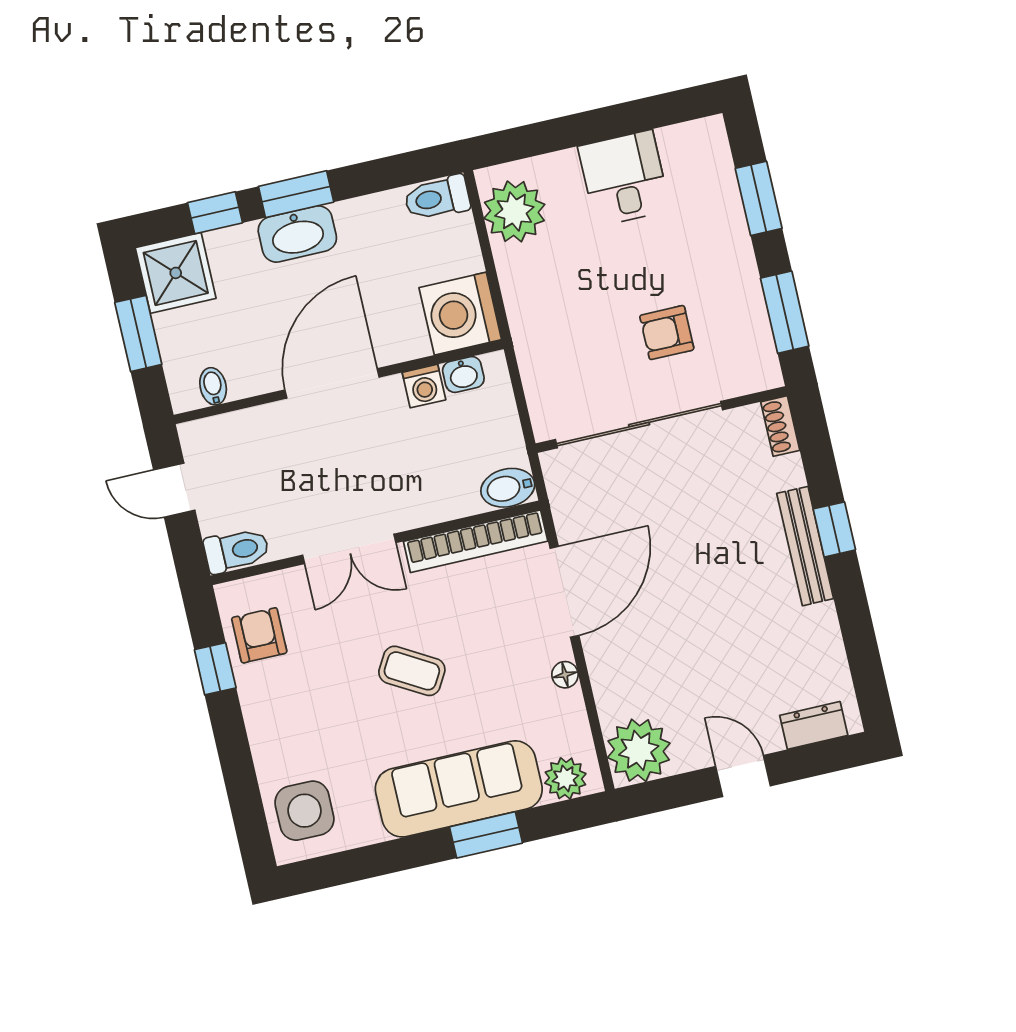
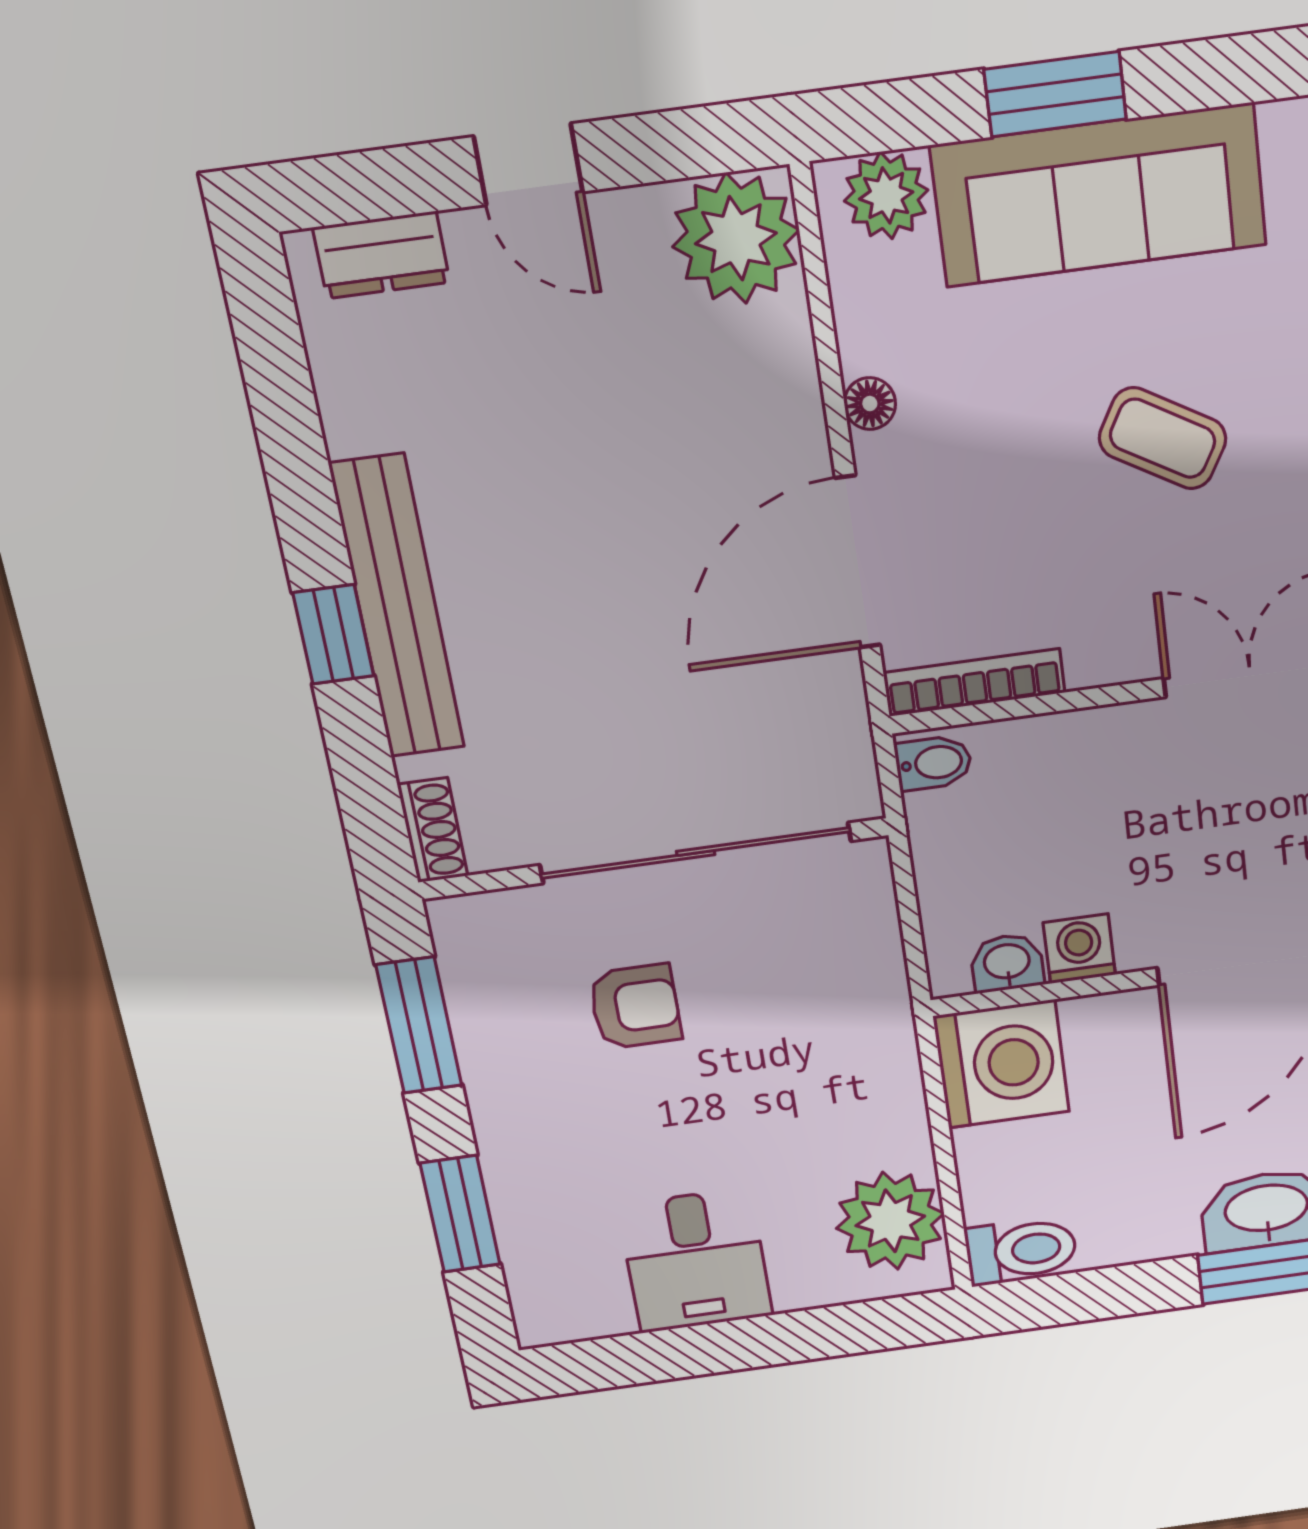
bidet: (508, 488) -> (933, 763), width x0.72, depth x0.74
bookcase: (476, 541) -> (974, 682), width x0.68, depth x0.76
bench: (805, 546) -> (397, 607), width x1.37, depth x1.21

